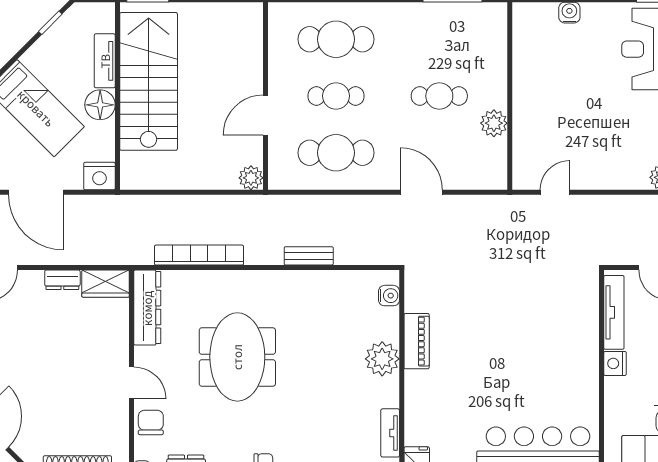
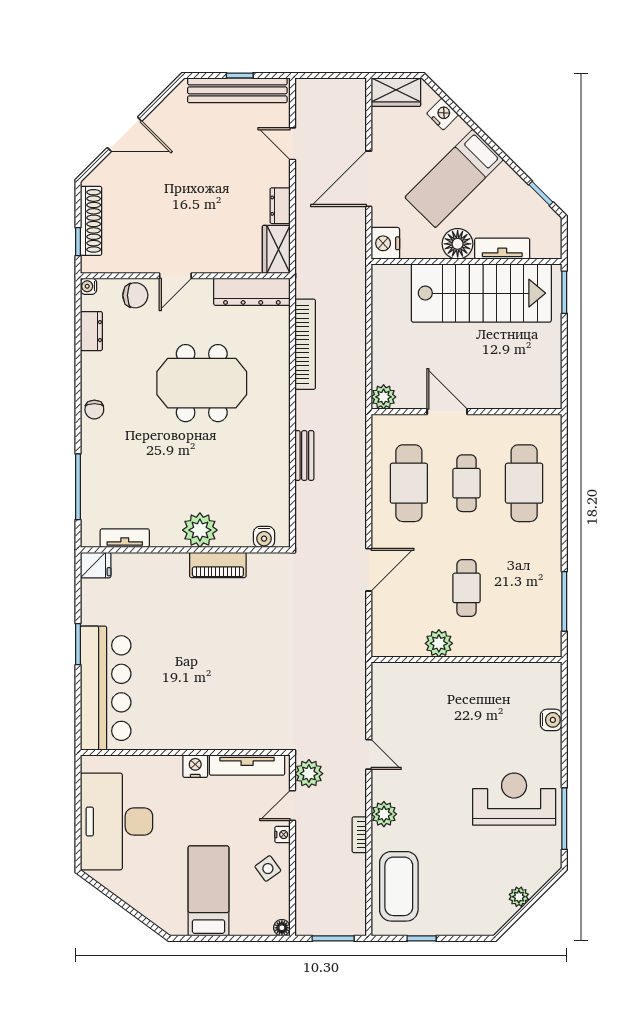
door: (555, 192) -> (369, 754), moved
plant: (622, 251) -> (309, 774), added

